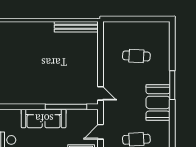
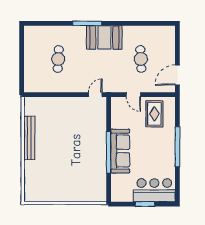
bench: (76, 27) -> (29, 138), moved
window: (66, 107) -> (109, 152), moved

